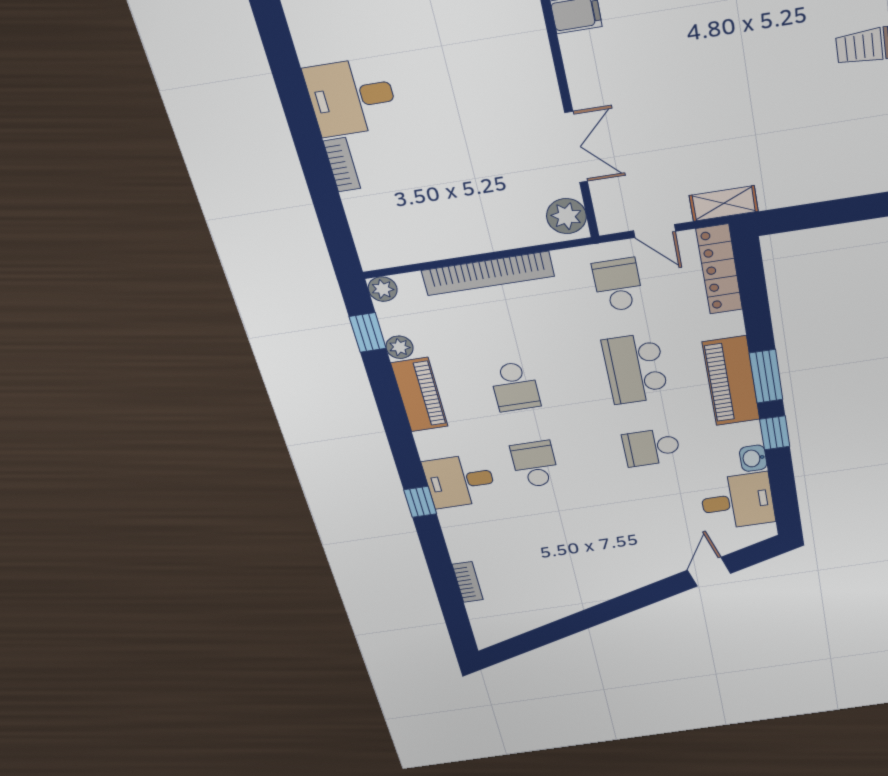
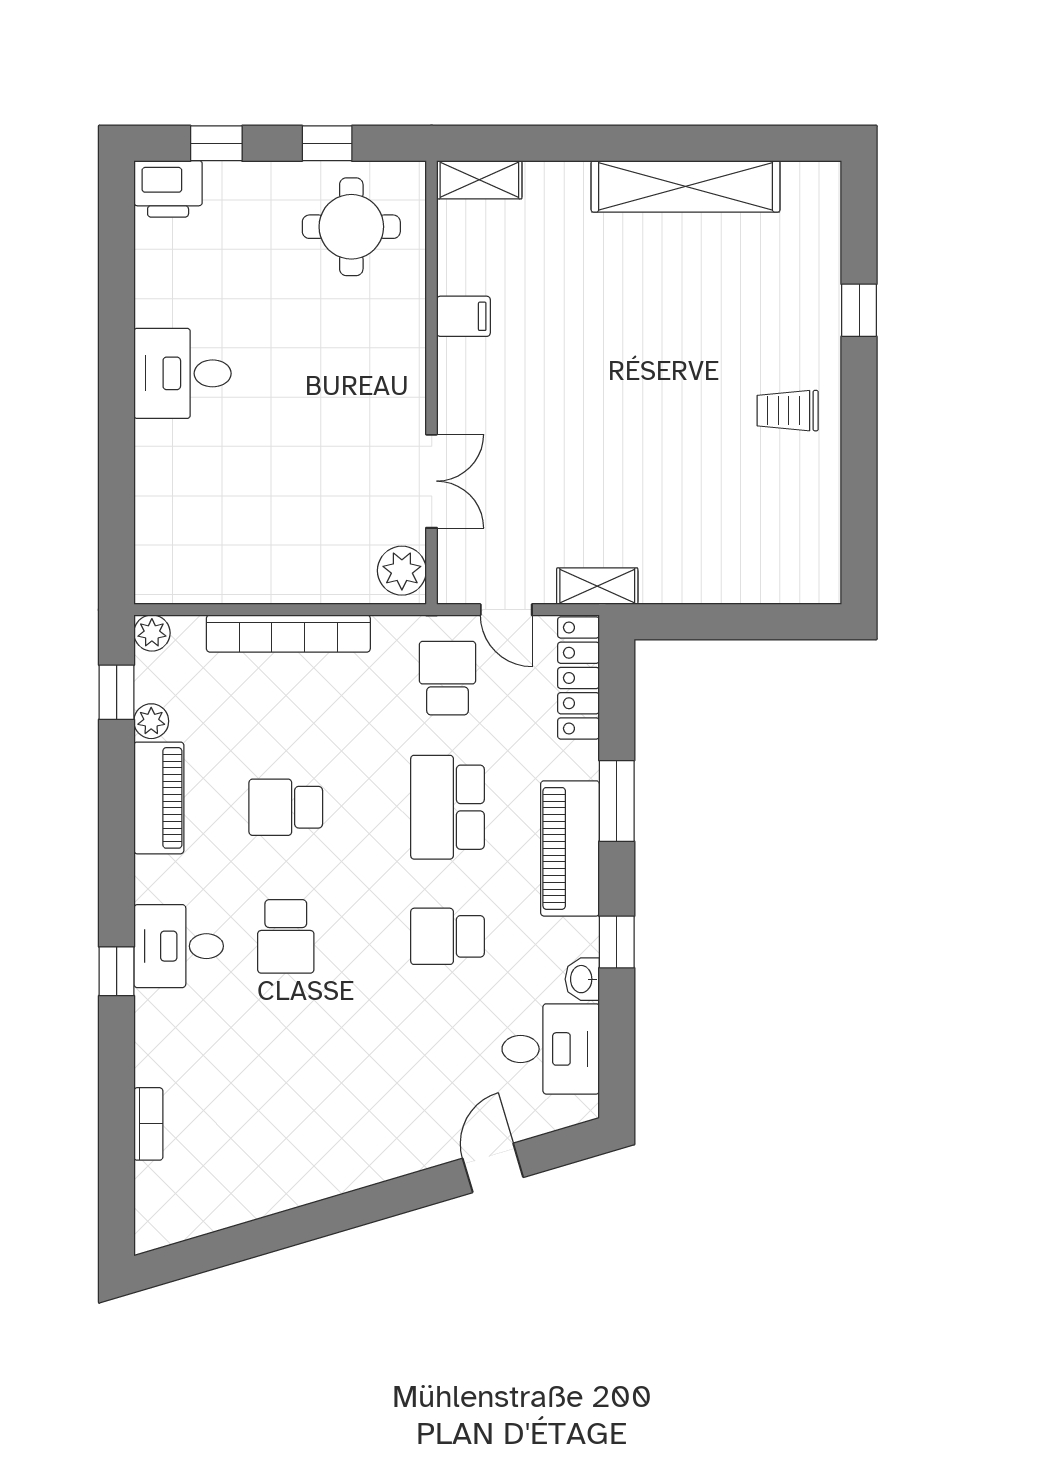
bookcase: (342, 165) -> (148, 456), removed
window: (766, 376) -> (617, 801), moved
school desk: (515, 387) -> (286, 807), turned 90
school desk: (535, 464) -> (286, 936), turned 180

